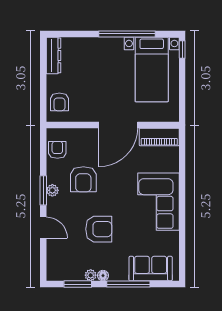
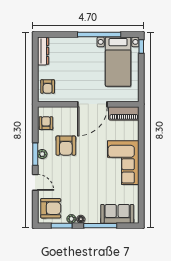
armchair: (99, 229) -> (51, 208), moved

